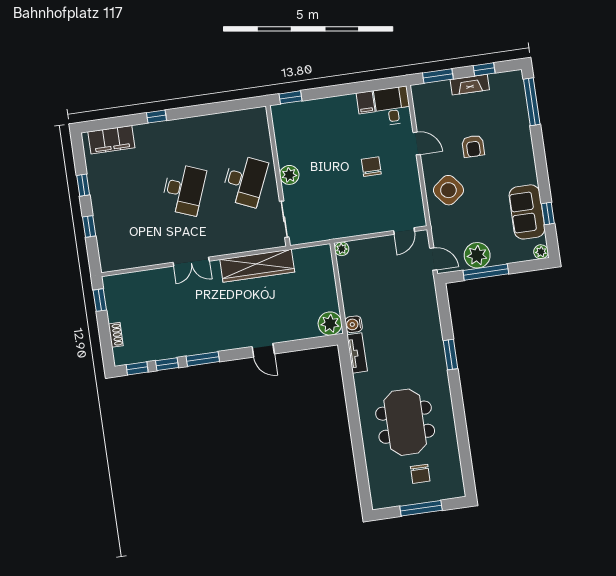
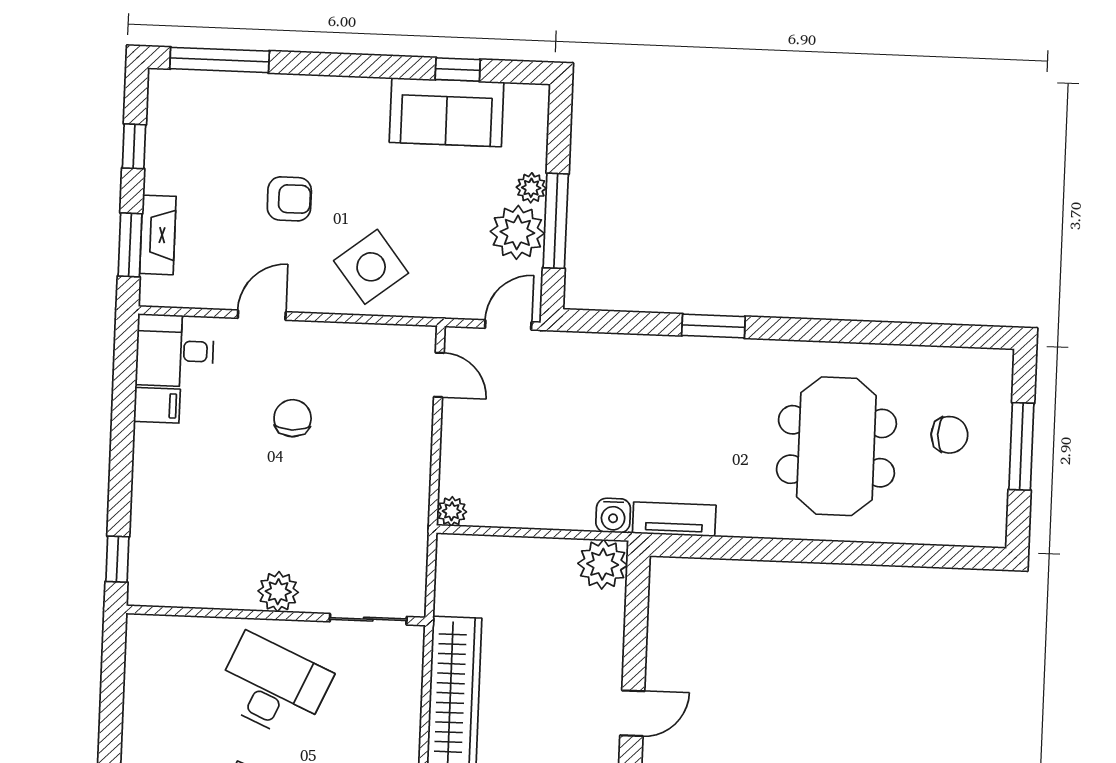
fireplace: (470, 85) -> (158, 235), moved
chair: (371, 167) -> (293, 418), turned 90
plant: (541, 252) -> (531, 188), moved
meeting table: (405, 422) -> (836, 446), turned 90

